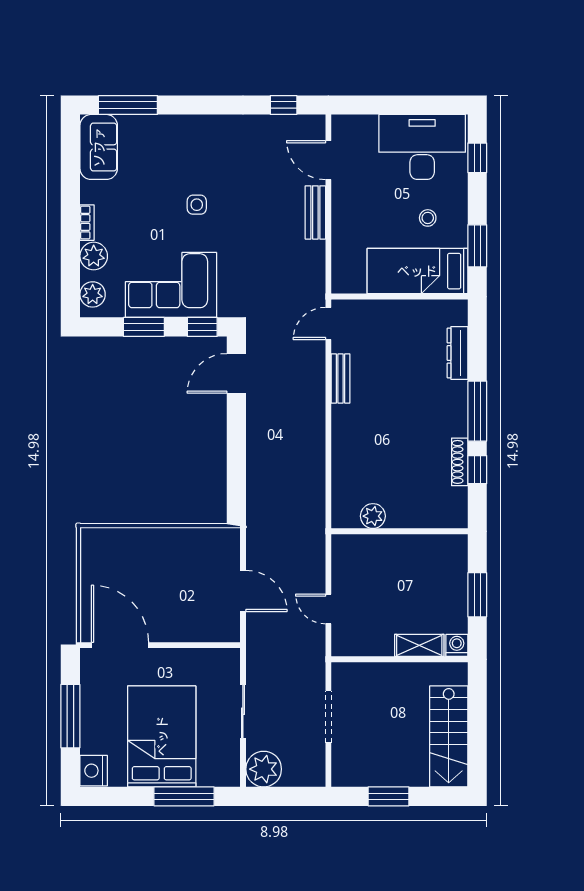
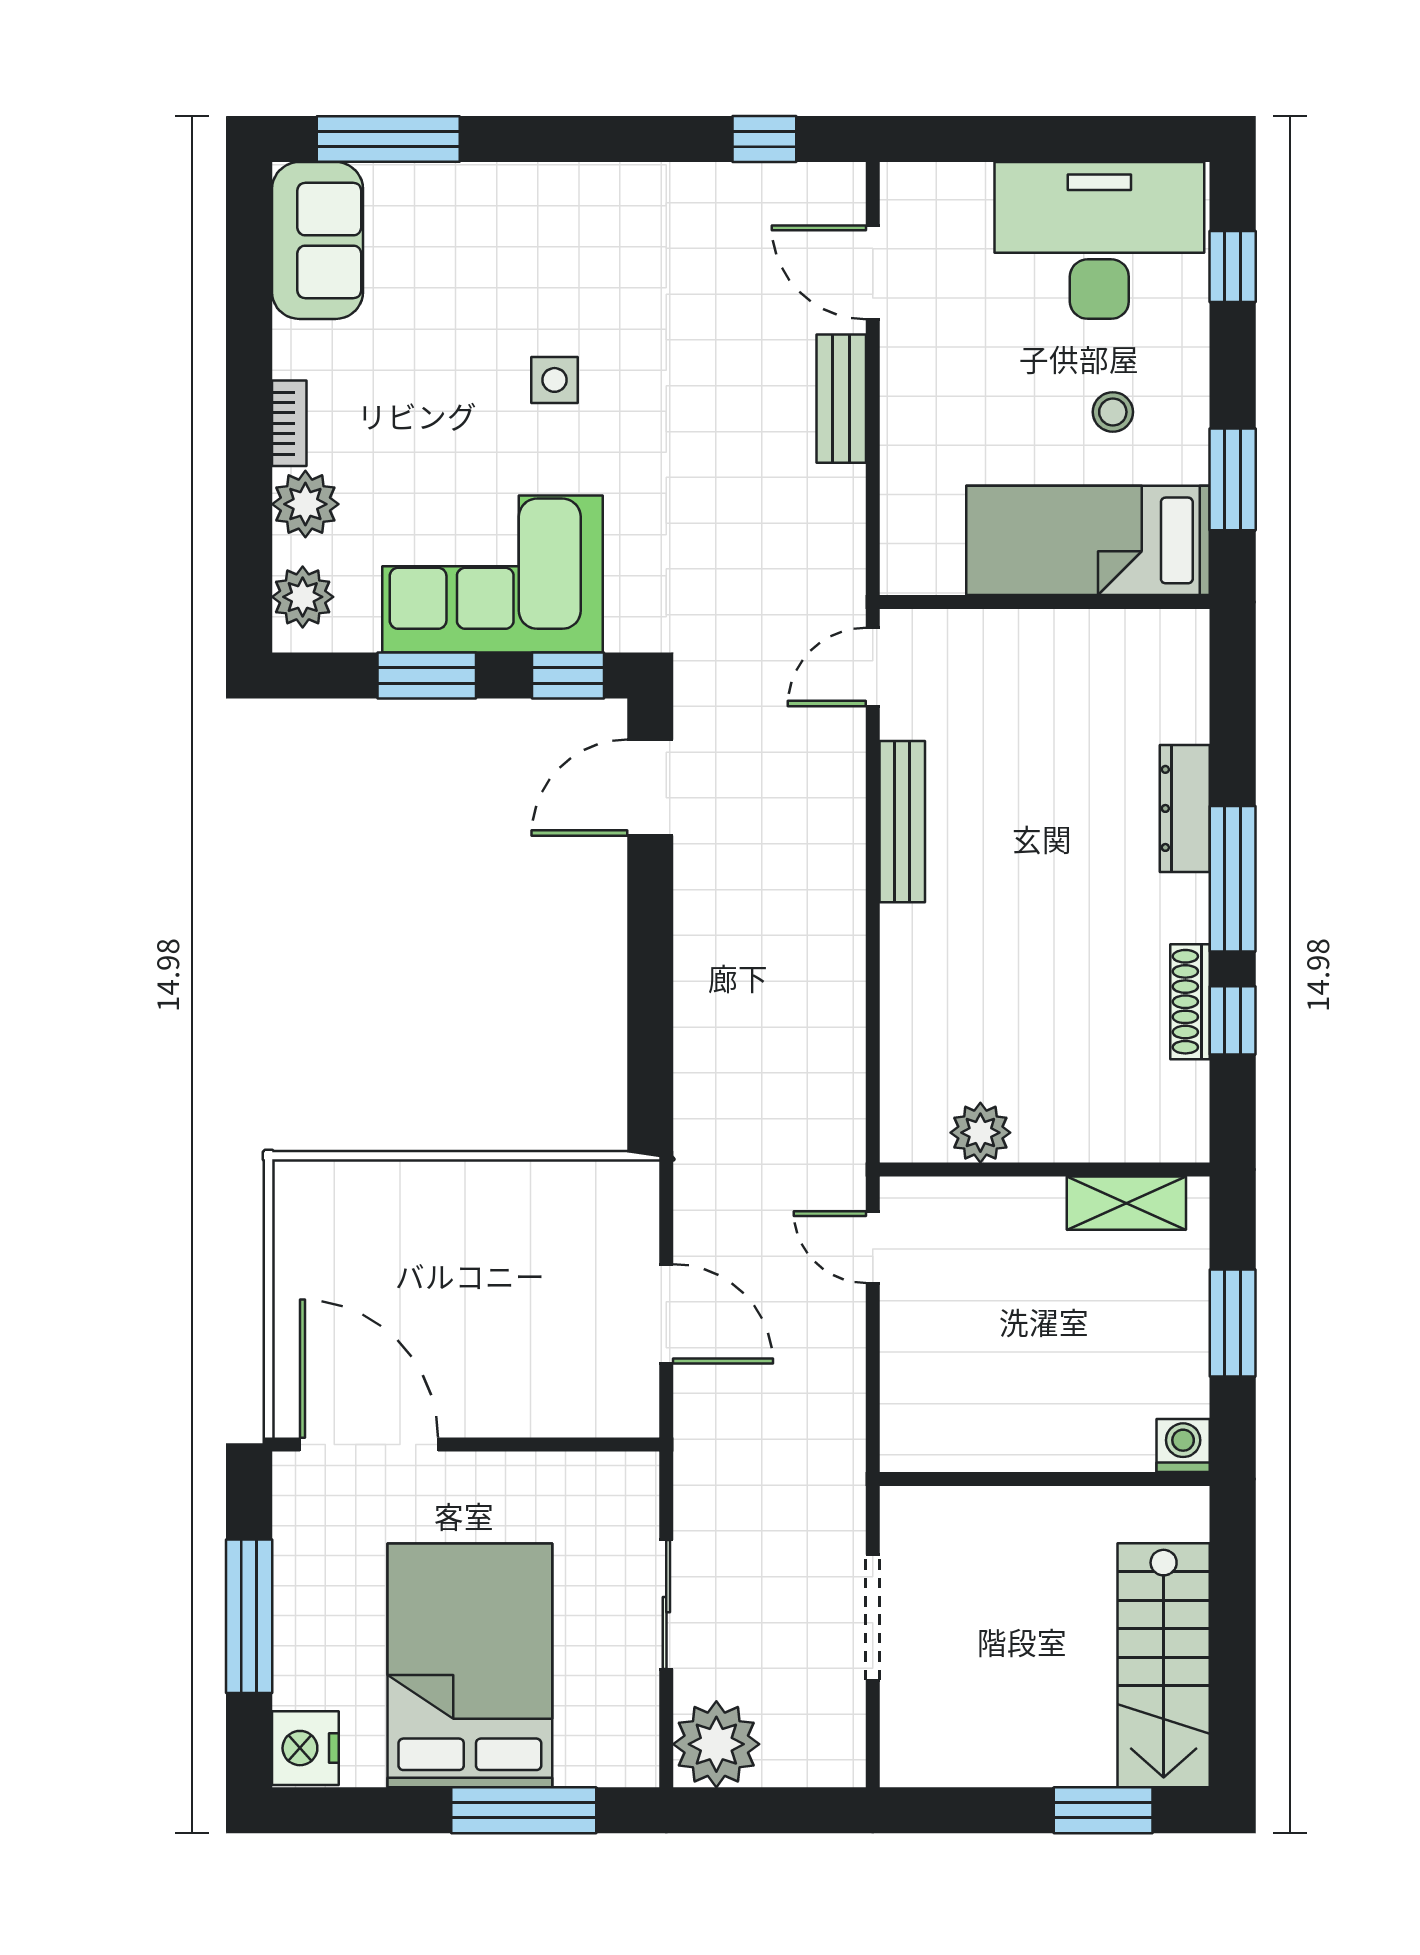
dresser: (457, 353) -> (1185, 808), moved
bench: (341, 378) -> (902, 822), width x1.36
door: (328, 609) -> (873, 1247), moved
shelving: (419, 645) -> (1126, 1203), moved
window: (389, 796) -> (1103, 1810), moved

